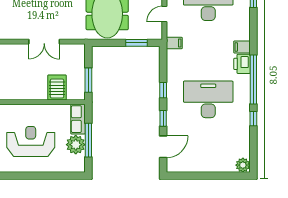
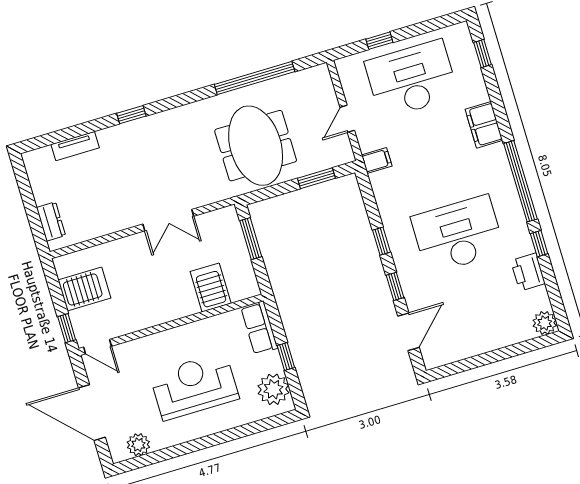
filing cabinet: (242, 47) -> (484, 125), width x2.00
printer: (242, 64) -> (528, 272), moved
window: (88, 80) -> (251, 239), moved
window: (88, 140) -> (286, 356), width x0.46
plant: (76, 145) -> (273, 389), moved

